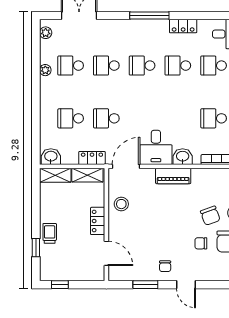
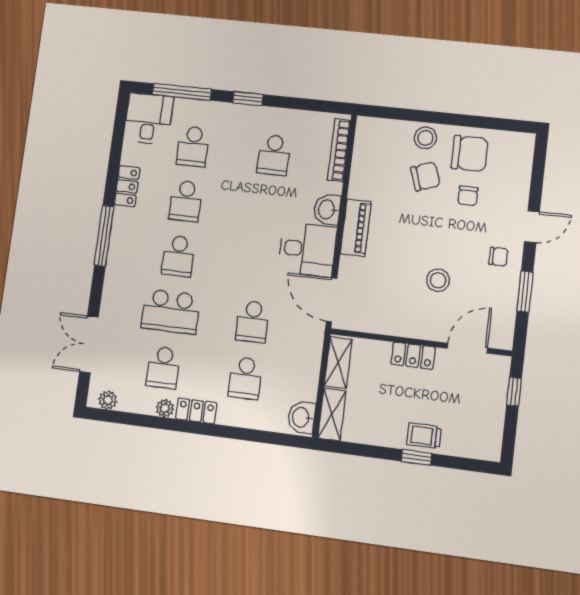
school desk: (106, 66) -> (171, 311), width x1.85
locker: (92, 158) -> (196, 411), moved, turned 90
stool: (121, 204) -> (438, 280), moved
window: (36, 248) -> (416, 457), moved
window: (60, 285) -> (514, 392), moved

